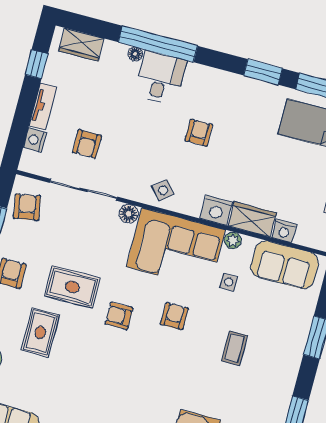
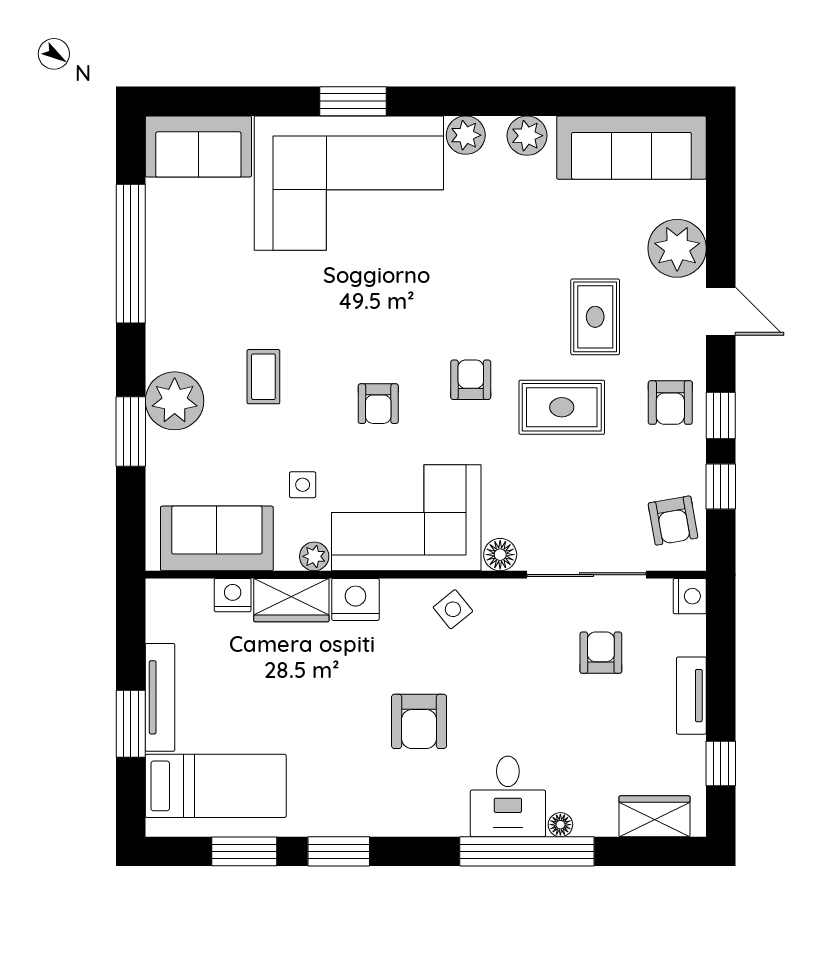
armchair: (199, 133) -> (419, 721), width x1.38, depth x1.38
nightstand: (35, 140) -> (690, 596), moved
armchair: (119, 316) -> (471, 380), turned -90
plant: (288, 348) -> (175, 401), added

